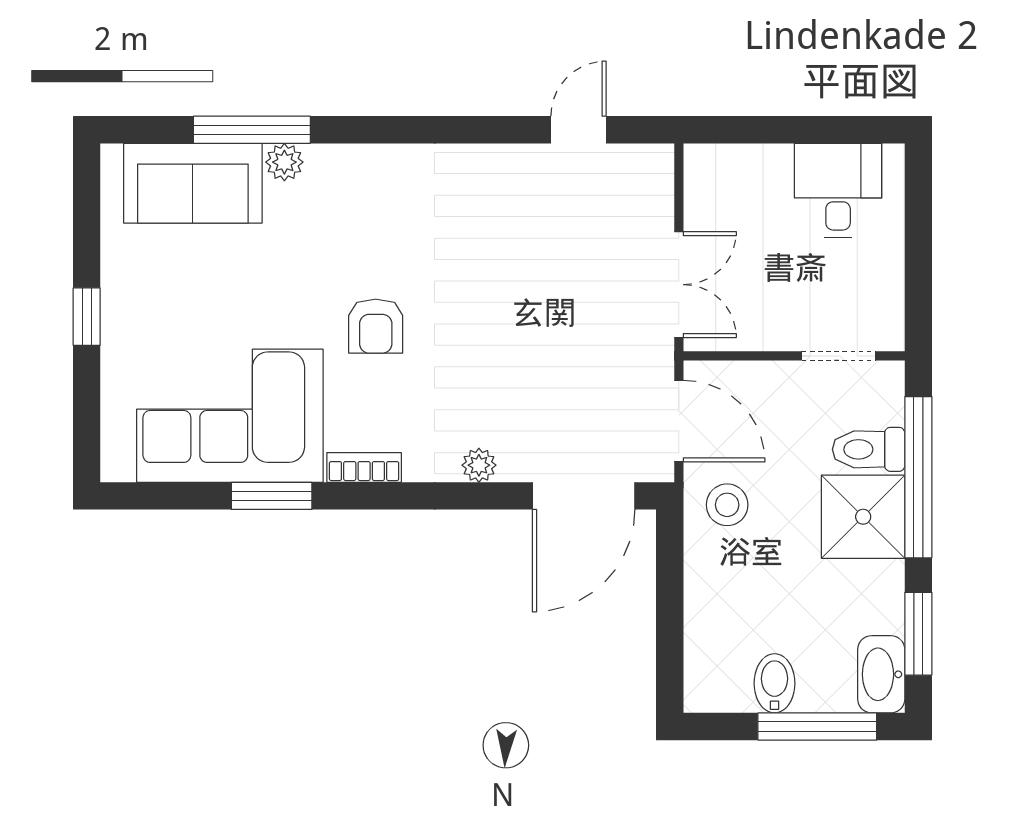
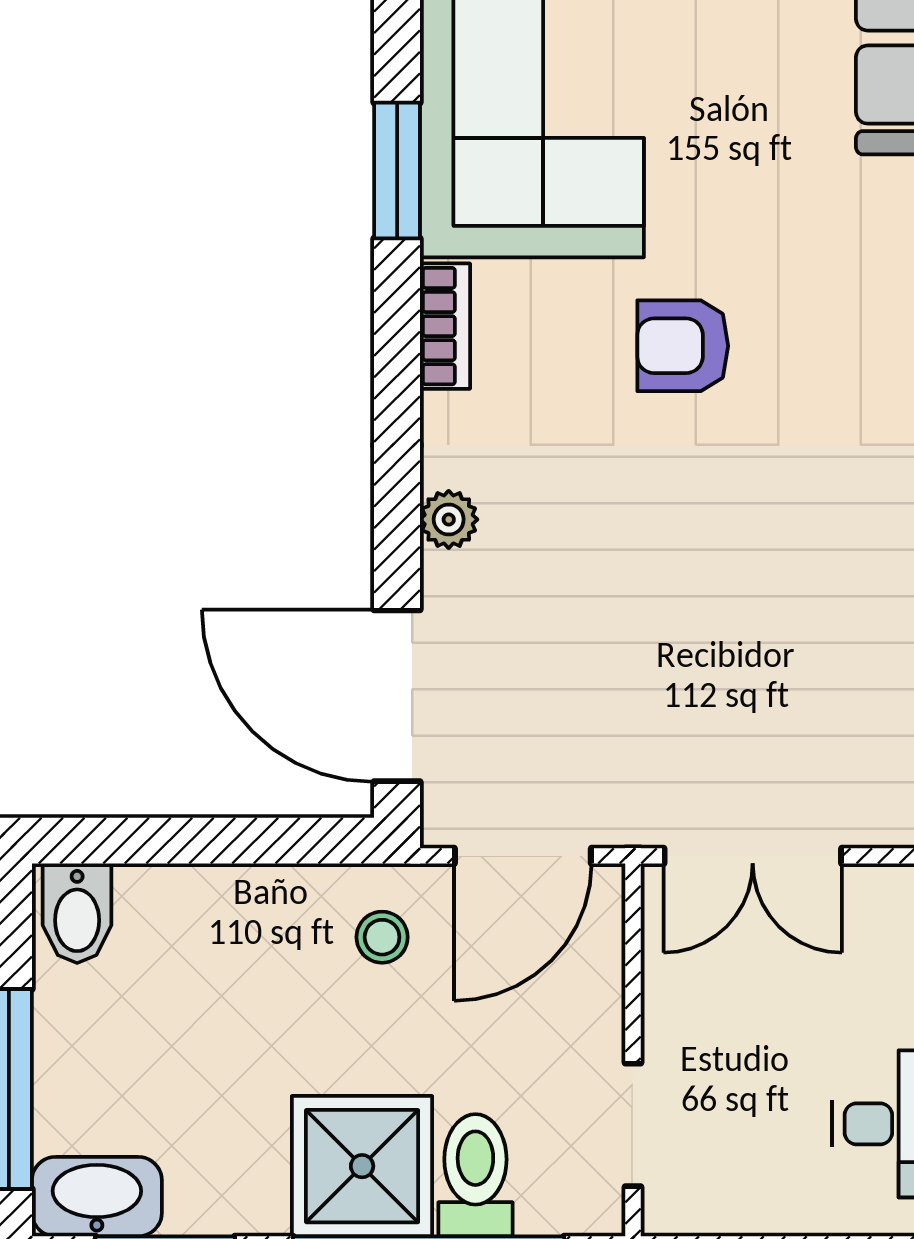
stool: (727, 505) -> (382, 937), width x0.73, depth x0.73
bidet: (775, 683) -> (77, 913), moved, turned 90

